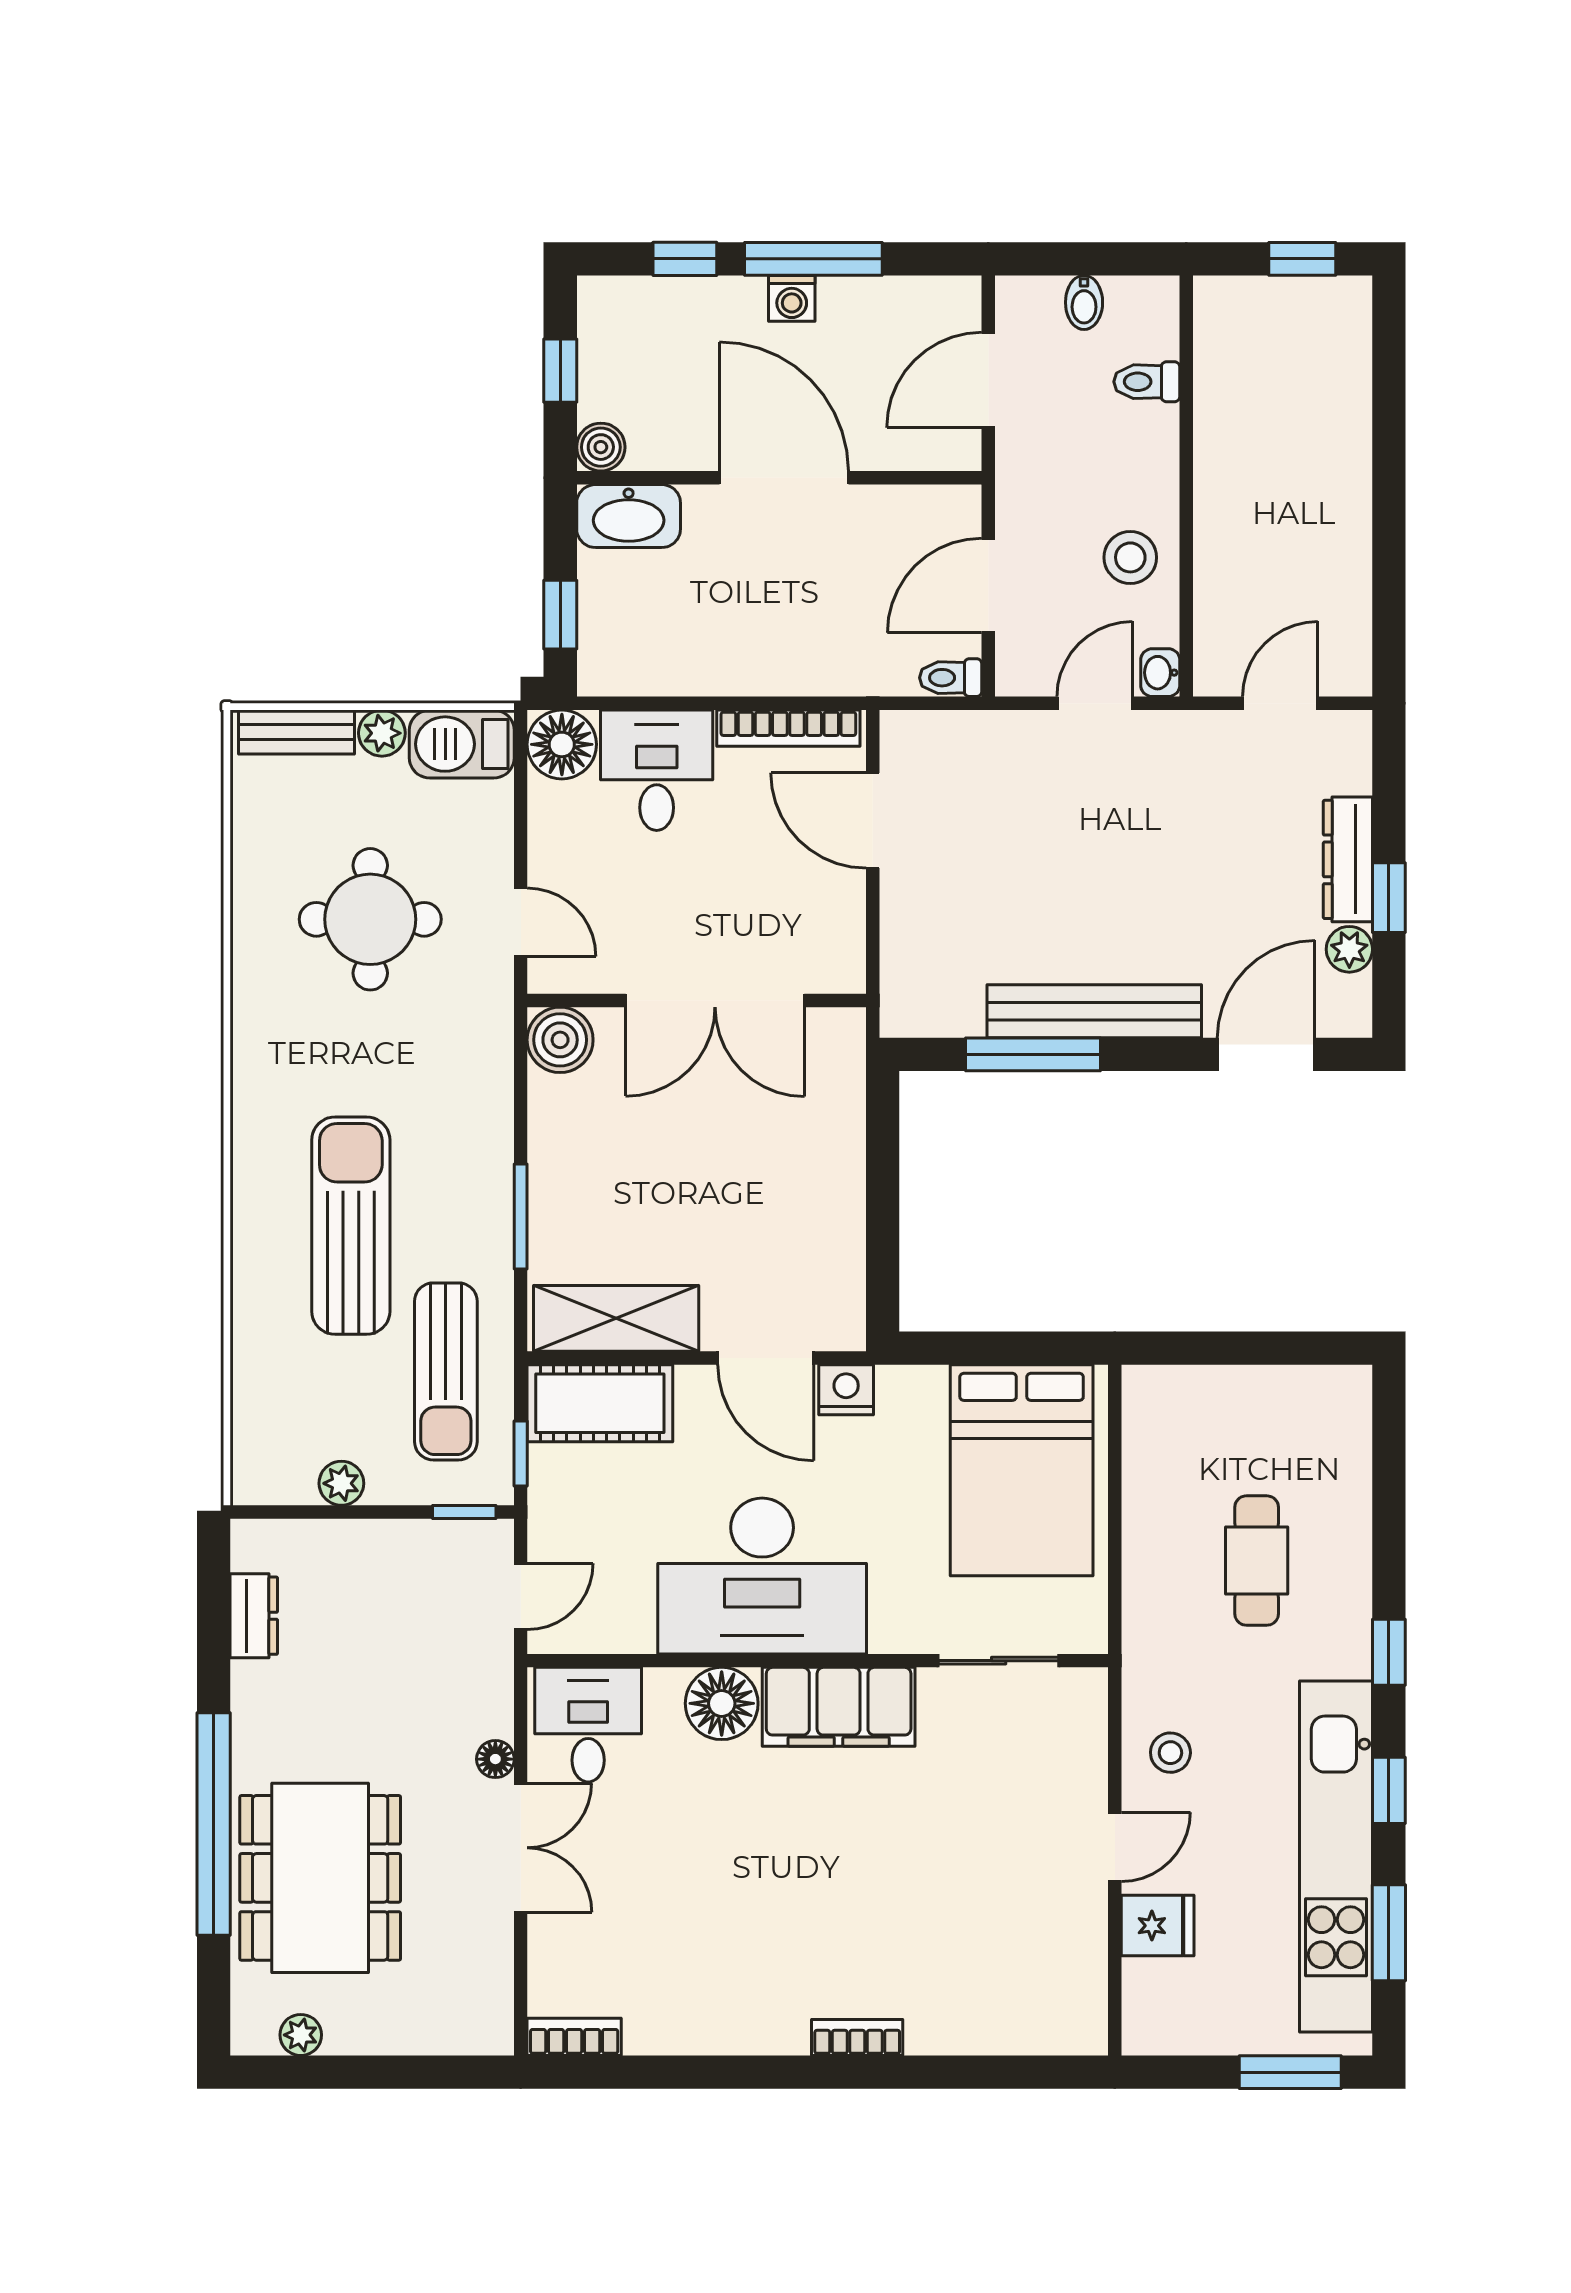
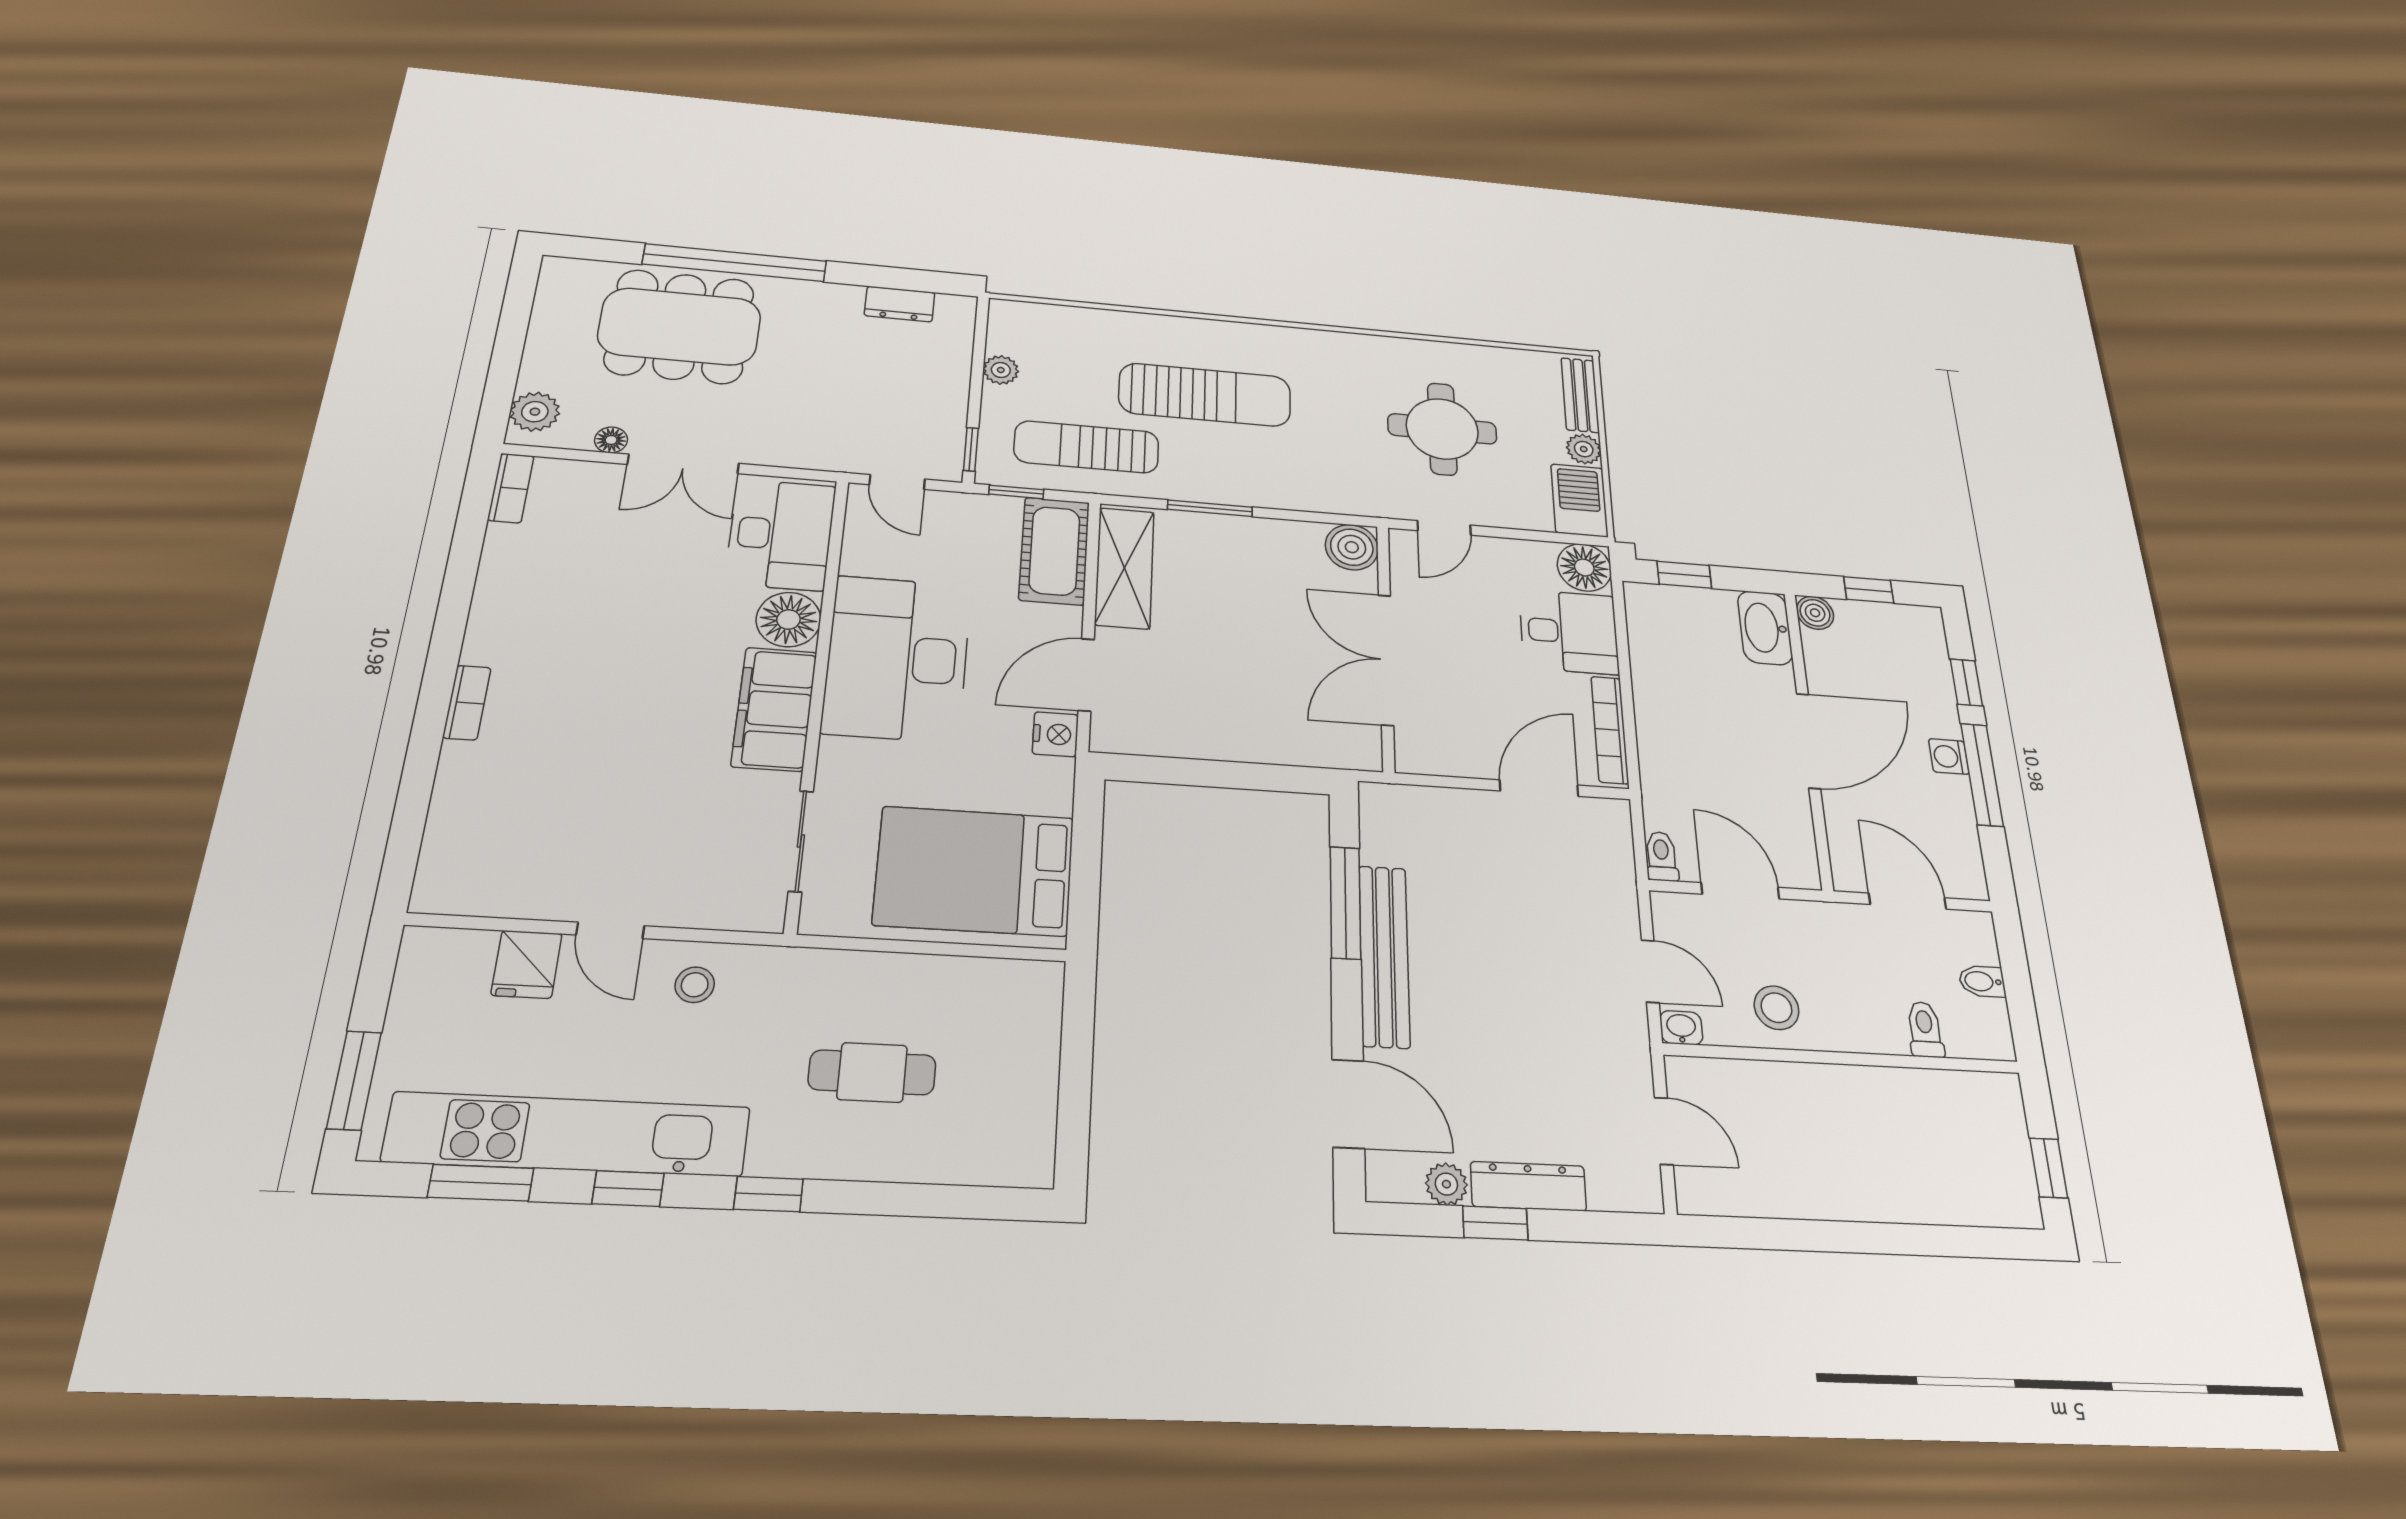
desk: (588, 1725) -> (781, 535), width x1.37
floor lamp: (495, 1759) -> (611, 440), moved
plant: (301, 2035) -> (535, 412), moved, width x1.38, depth x1.38

